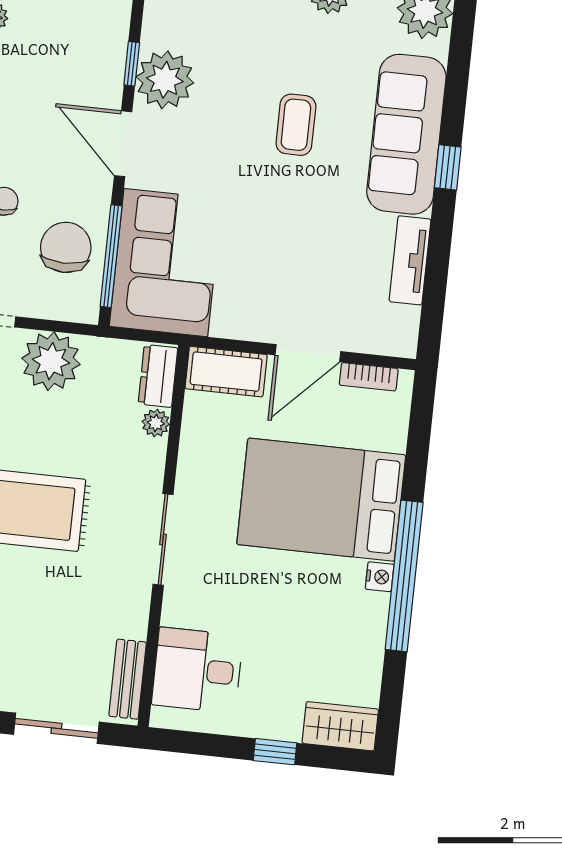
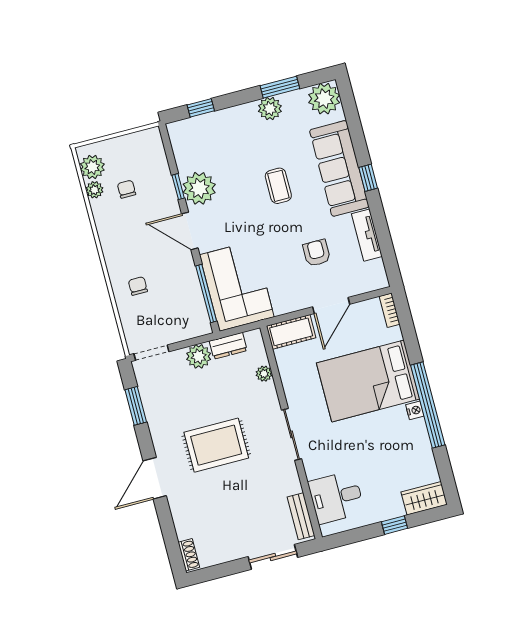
chair: (66, 247) -> (127, 189), moved, width x0.54, depth x0.54
armchair: (317, 258) -> (317, 253), added
plant: (51, 361) -> (199, 356), width x0.73, depth x0.73
dresser: (158, 376) -> (228, 346), moved, turned -90
bookcase: (369, 377) -> (390, 310), moved, turned 90

